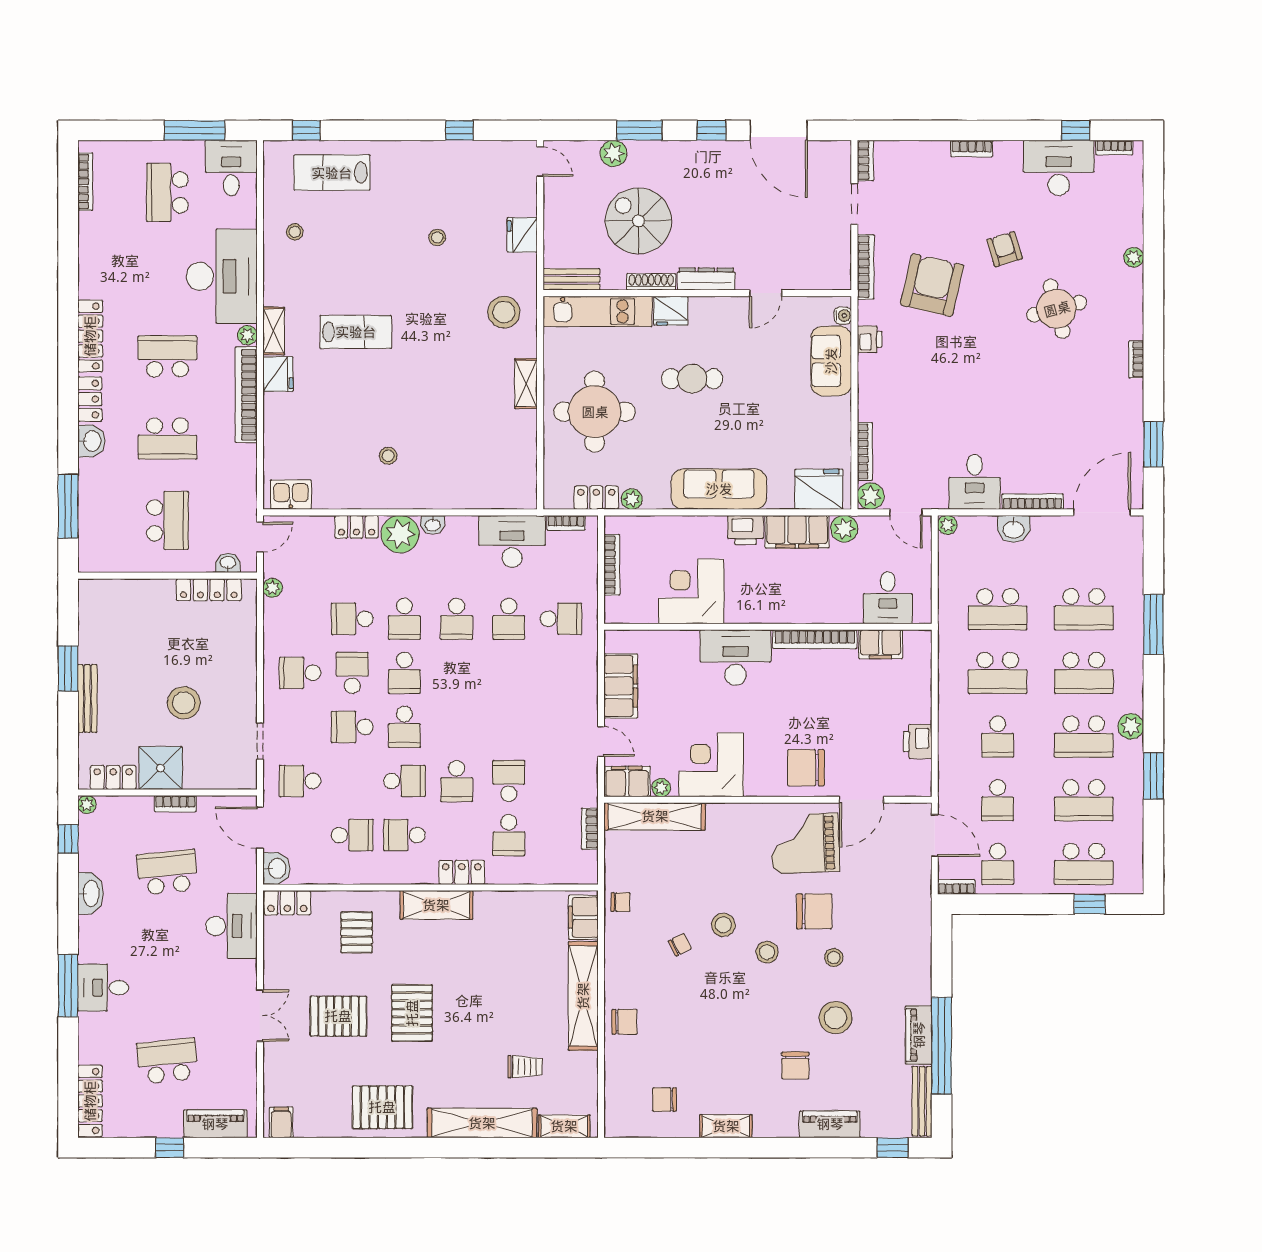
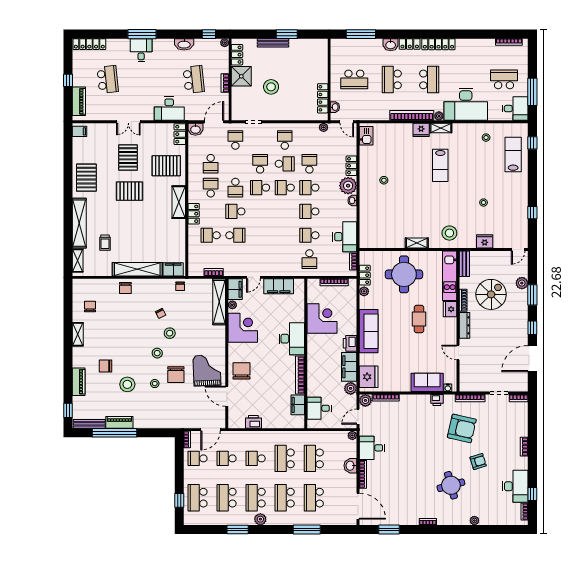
pallet: (357, 932) -> (166, 166), width x1.50, depth x1.42

